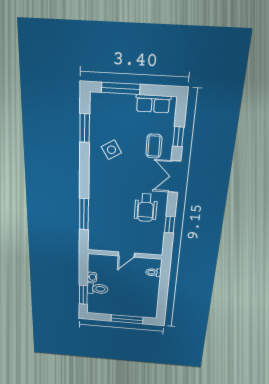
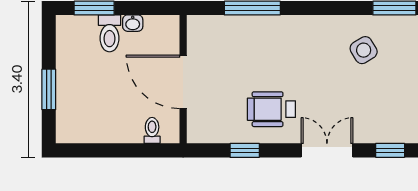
coffee table: (154, 146) -> (374, 115), removed
door: (126, 254) -> (183, 82), width x1.87
window: (127, 319) -> (49, 89), width x0.69

